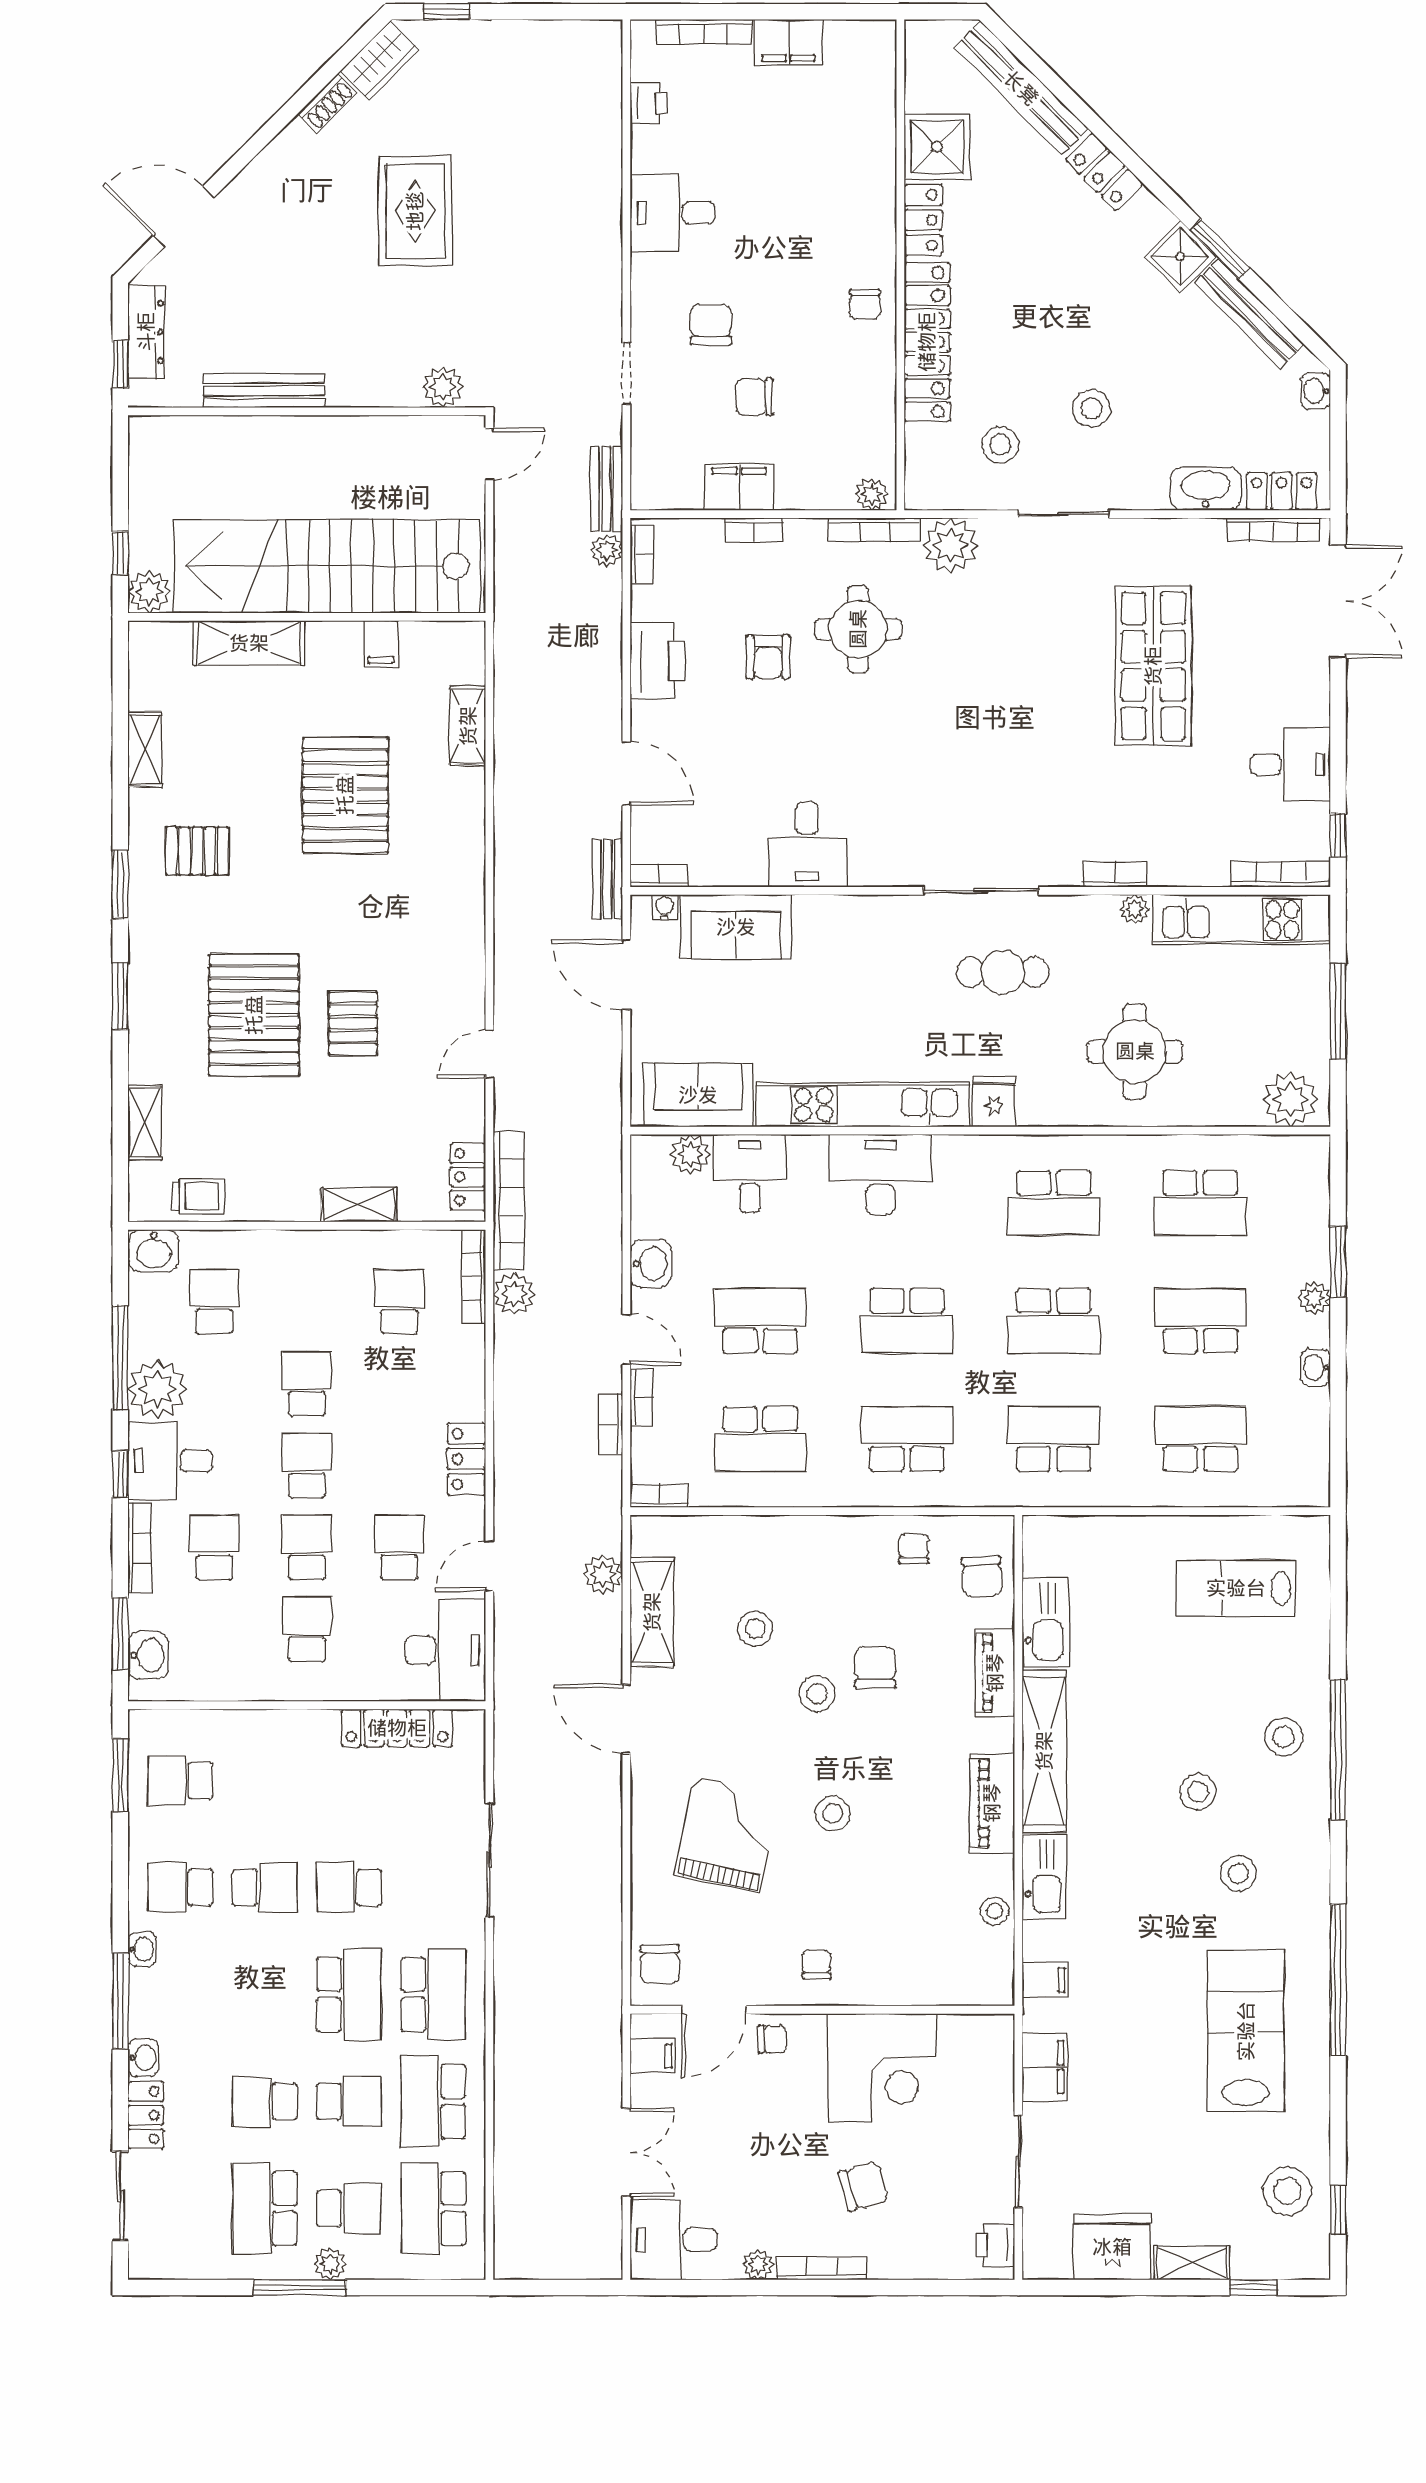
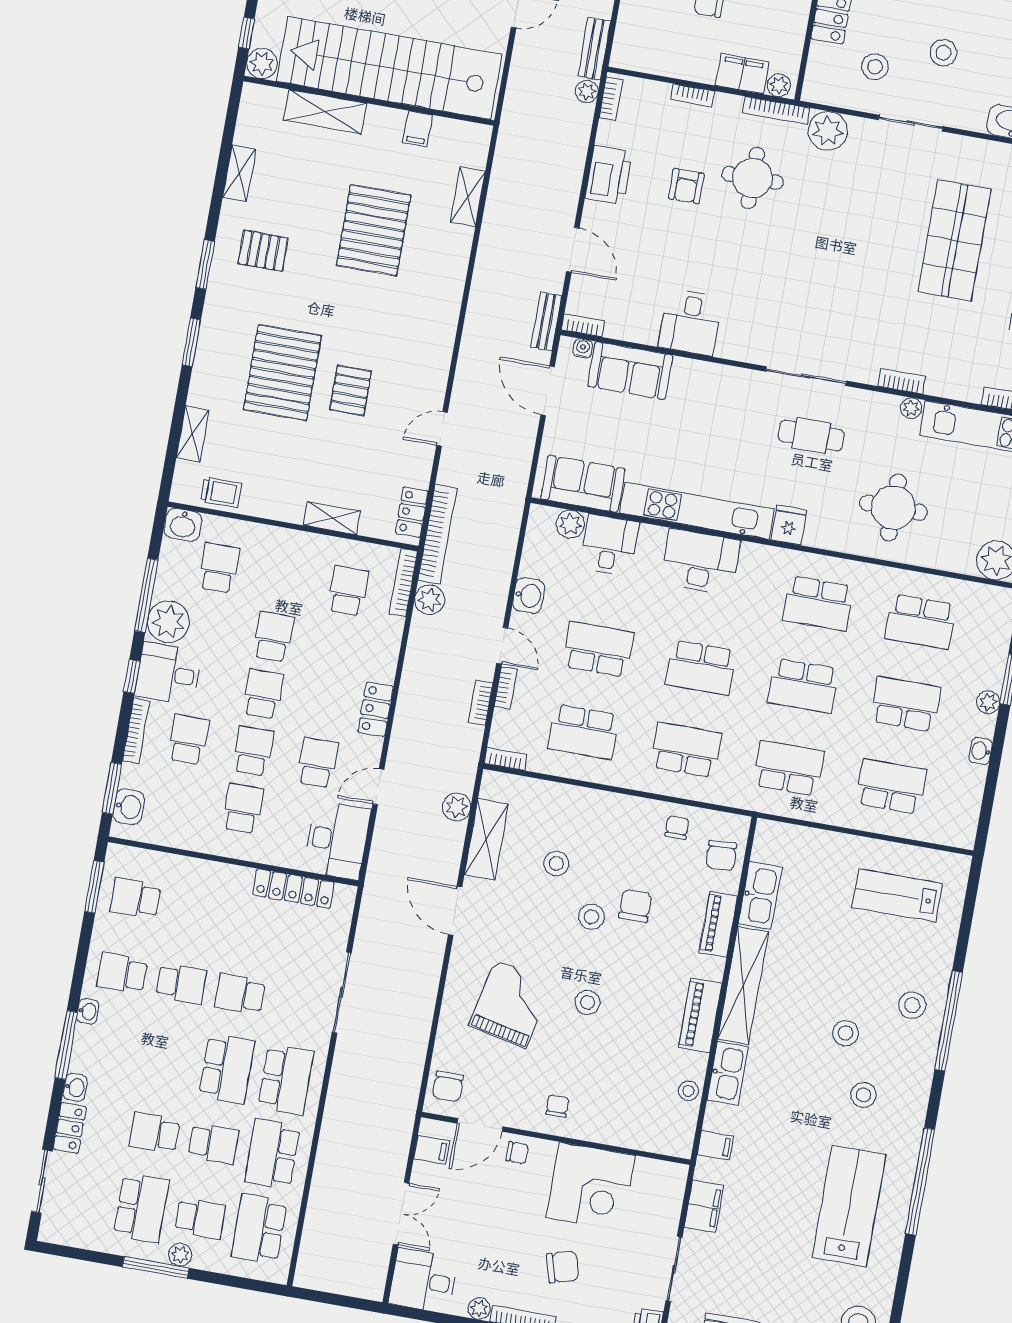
filing cabinet: (739, 487) -> (742, 74), moved
school desk: (265, 2208) -> (141, 1208), turned 180

